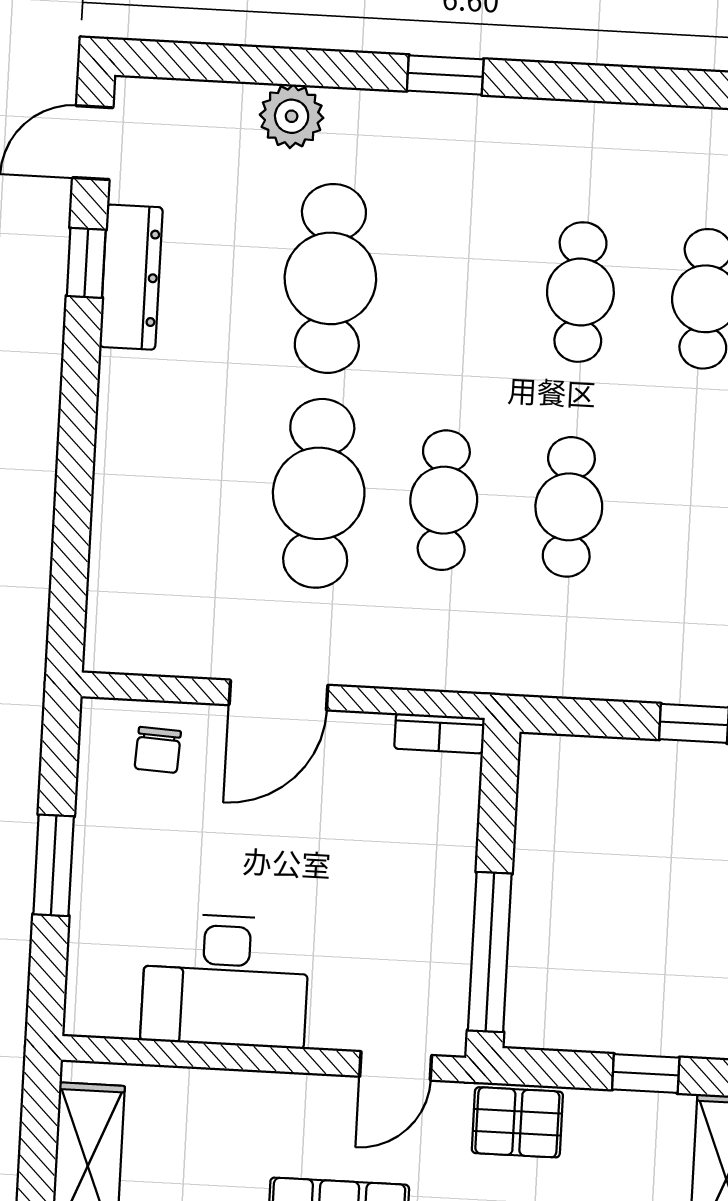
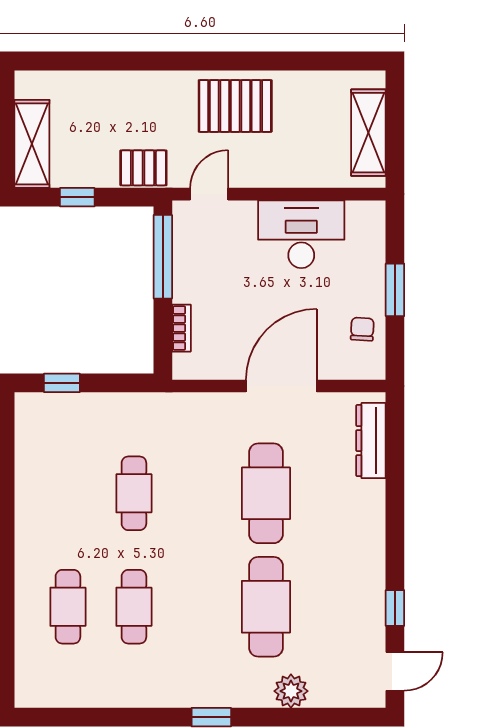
dresser: (131, 277) -> (371, 441), moved
cafe table: (444, 500) -> (200, 493), removed
door: (278, 695) -> (281, 386), width x1.36
bookcase: (439, 733) -> (181, 328), moved, turned 90
chair: (158, 750) -> (362, 329), moved

